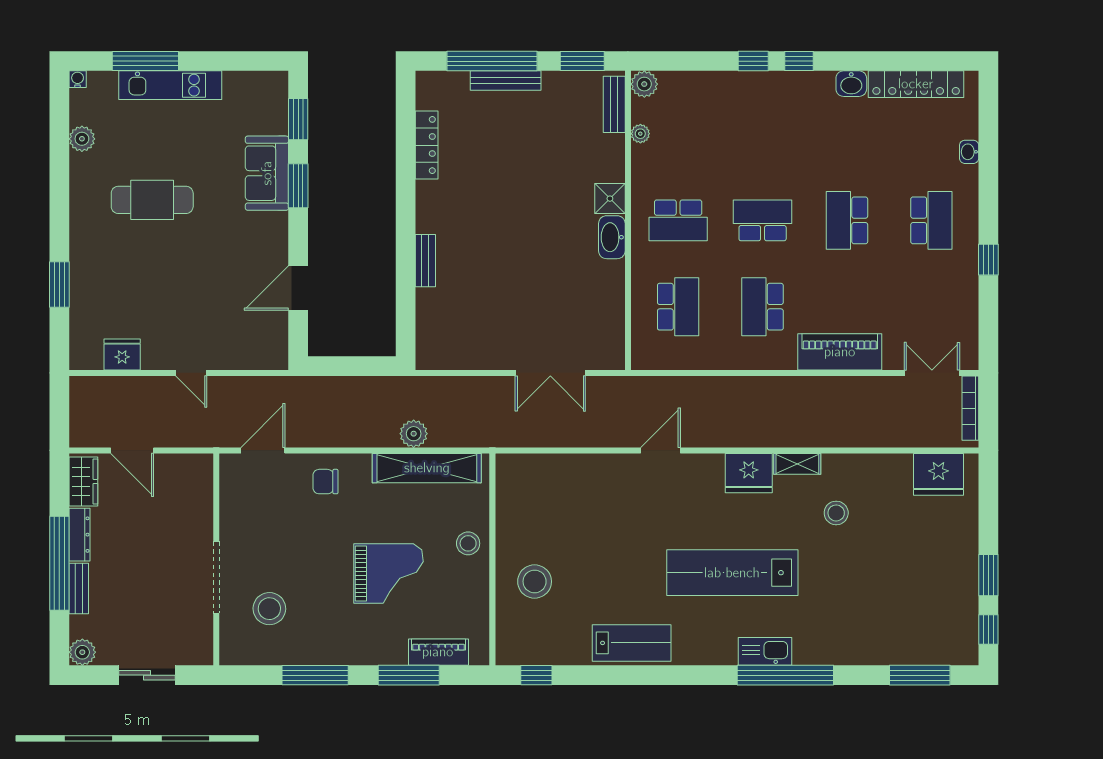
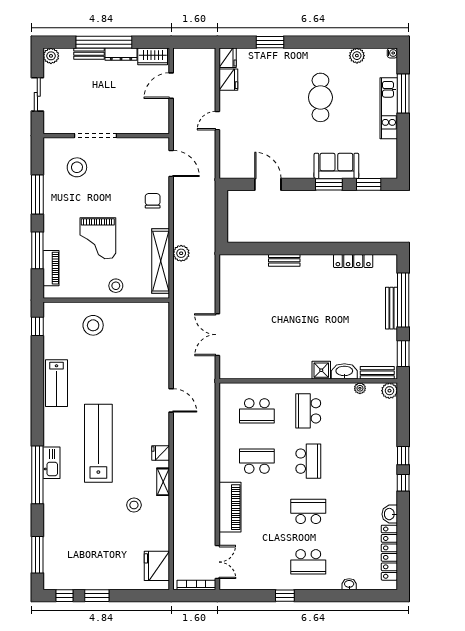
washbasin: (612, 237) -> (344, 371), moved
fridge: (86, 356) -> (228, 58), added
fridge: (749, 473) -> (161, 453), width x0.53, depth x0.75

